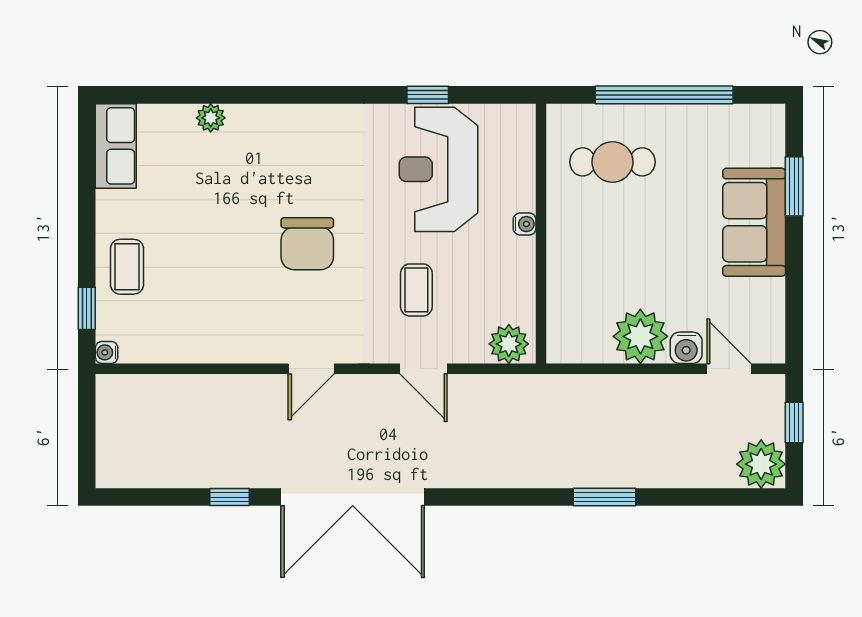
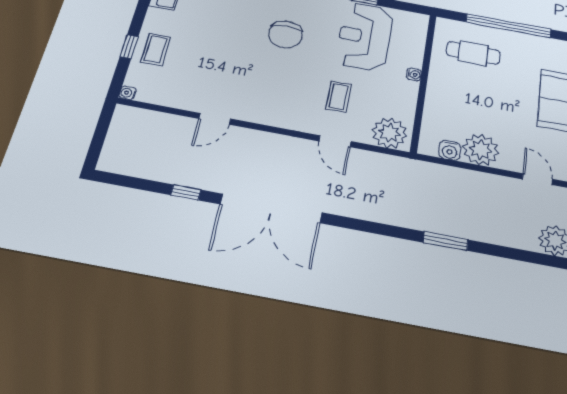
chair: (307, 244) -> (286, 35), moved
window: (87, 308) -> (129, 47), moved
plant: (509, 344) -> (390, 133), width x1.36, depth x1.36
water cooler: (686, 348) -> (450, 150), moved
door: (311, 369) -> (215, 119), moved

